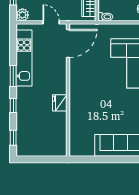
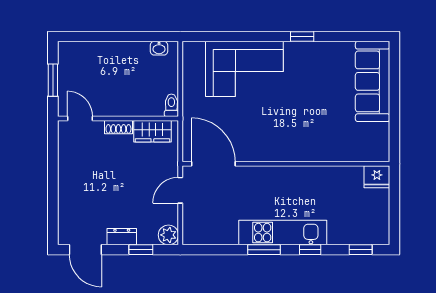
kitchen unit: (24, 58) -> (283, 233), moved
fridge: (60, 103) -> (377, 177), moved

